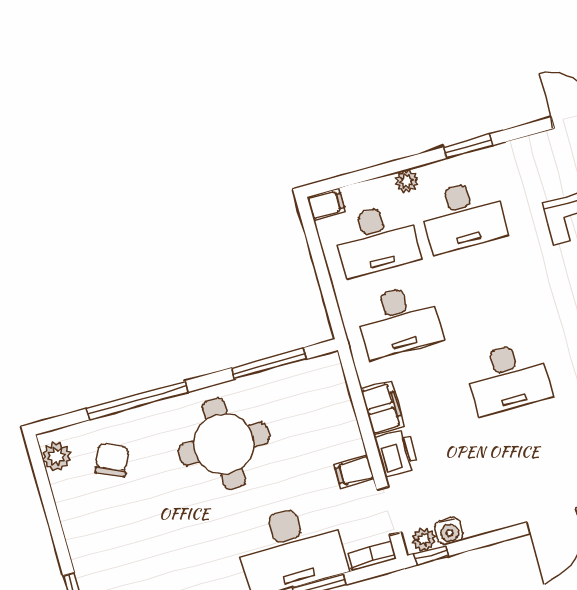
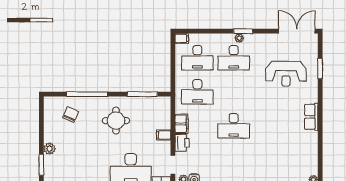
plant: (407, 181) -> (239, 38), moved
round table: (224, 444) -> (116, 121), width x0.73, depth x0.73
plant: (57, 456) -> (49, 149), moved
filing cabinet: (354, 471) -> (164, 135), moved

